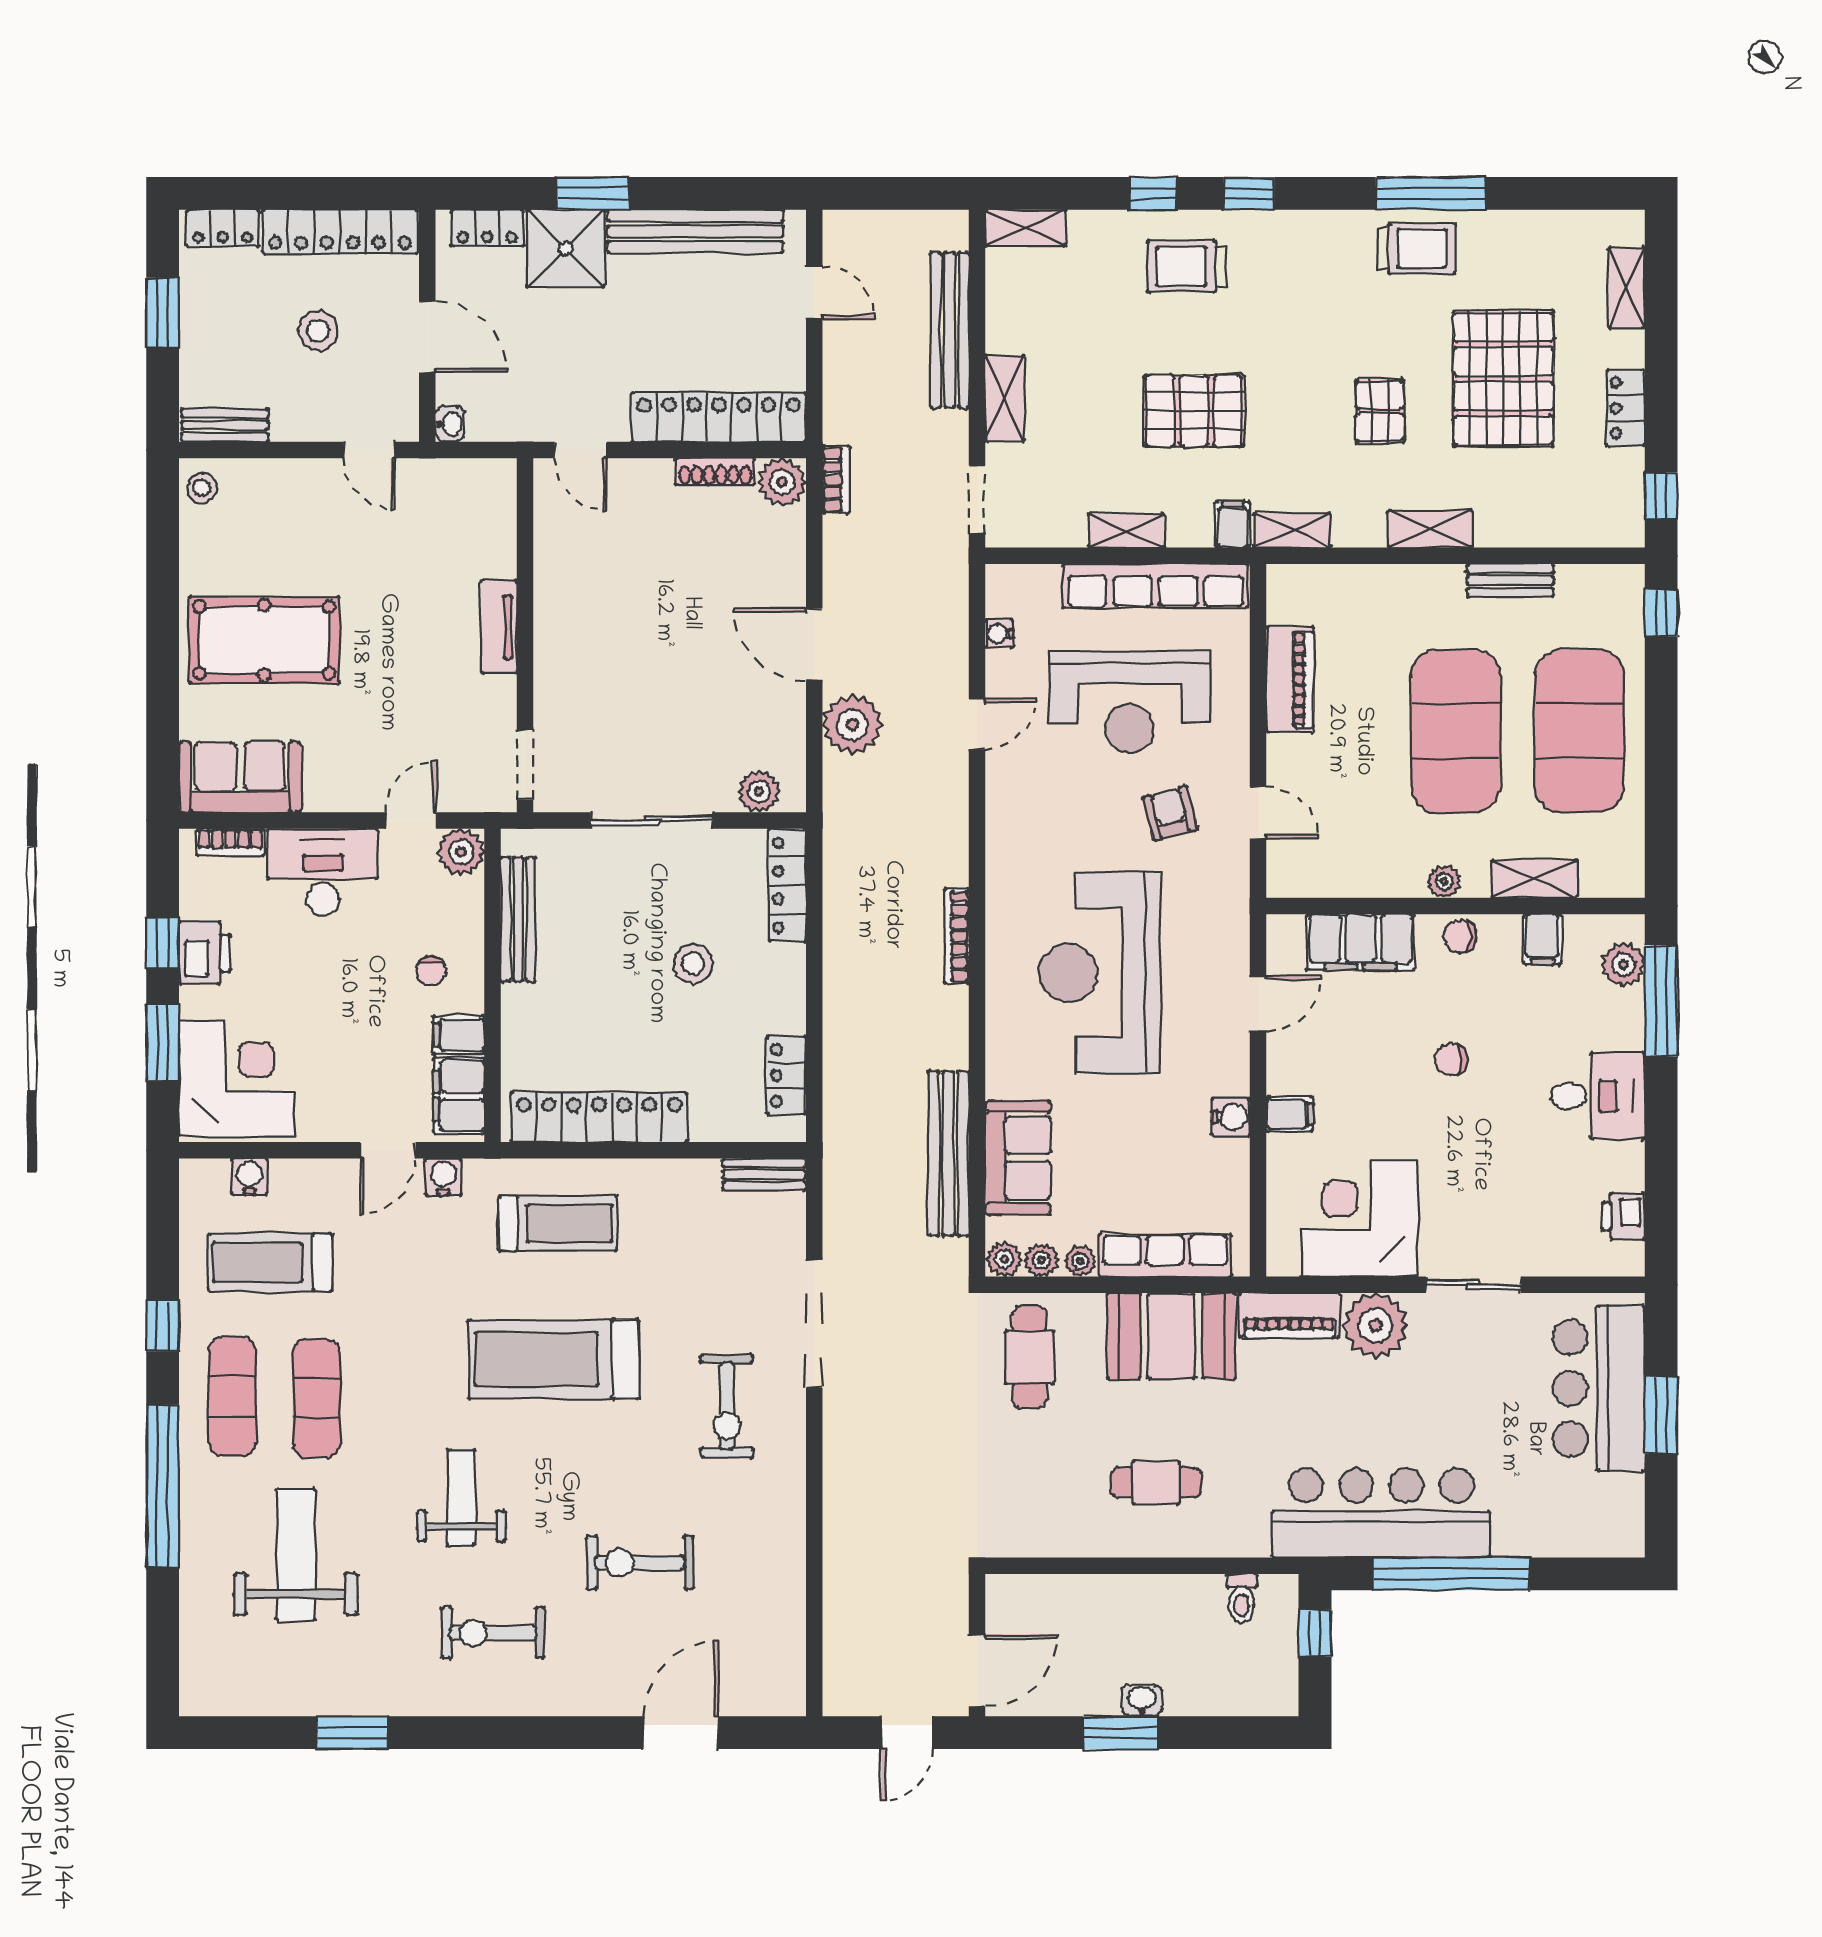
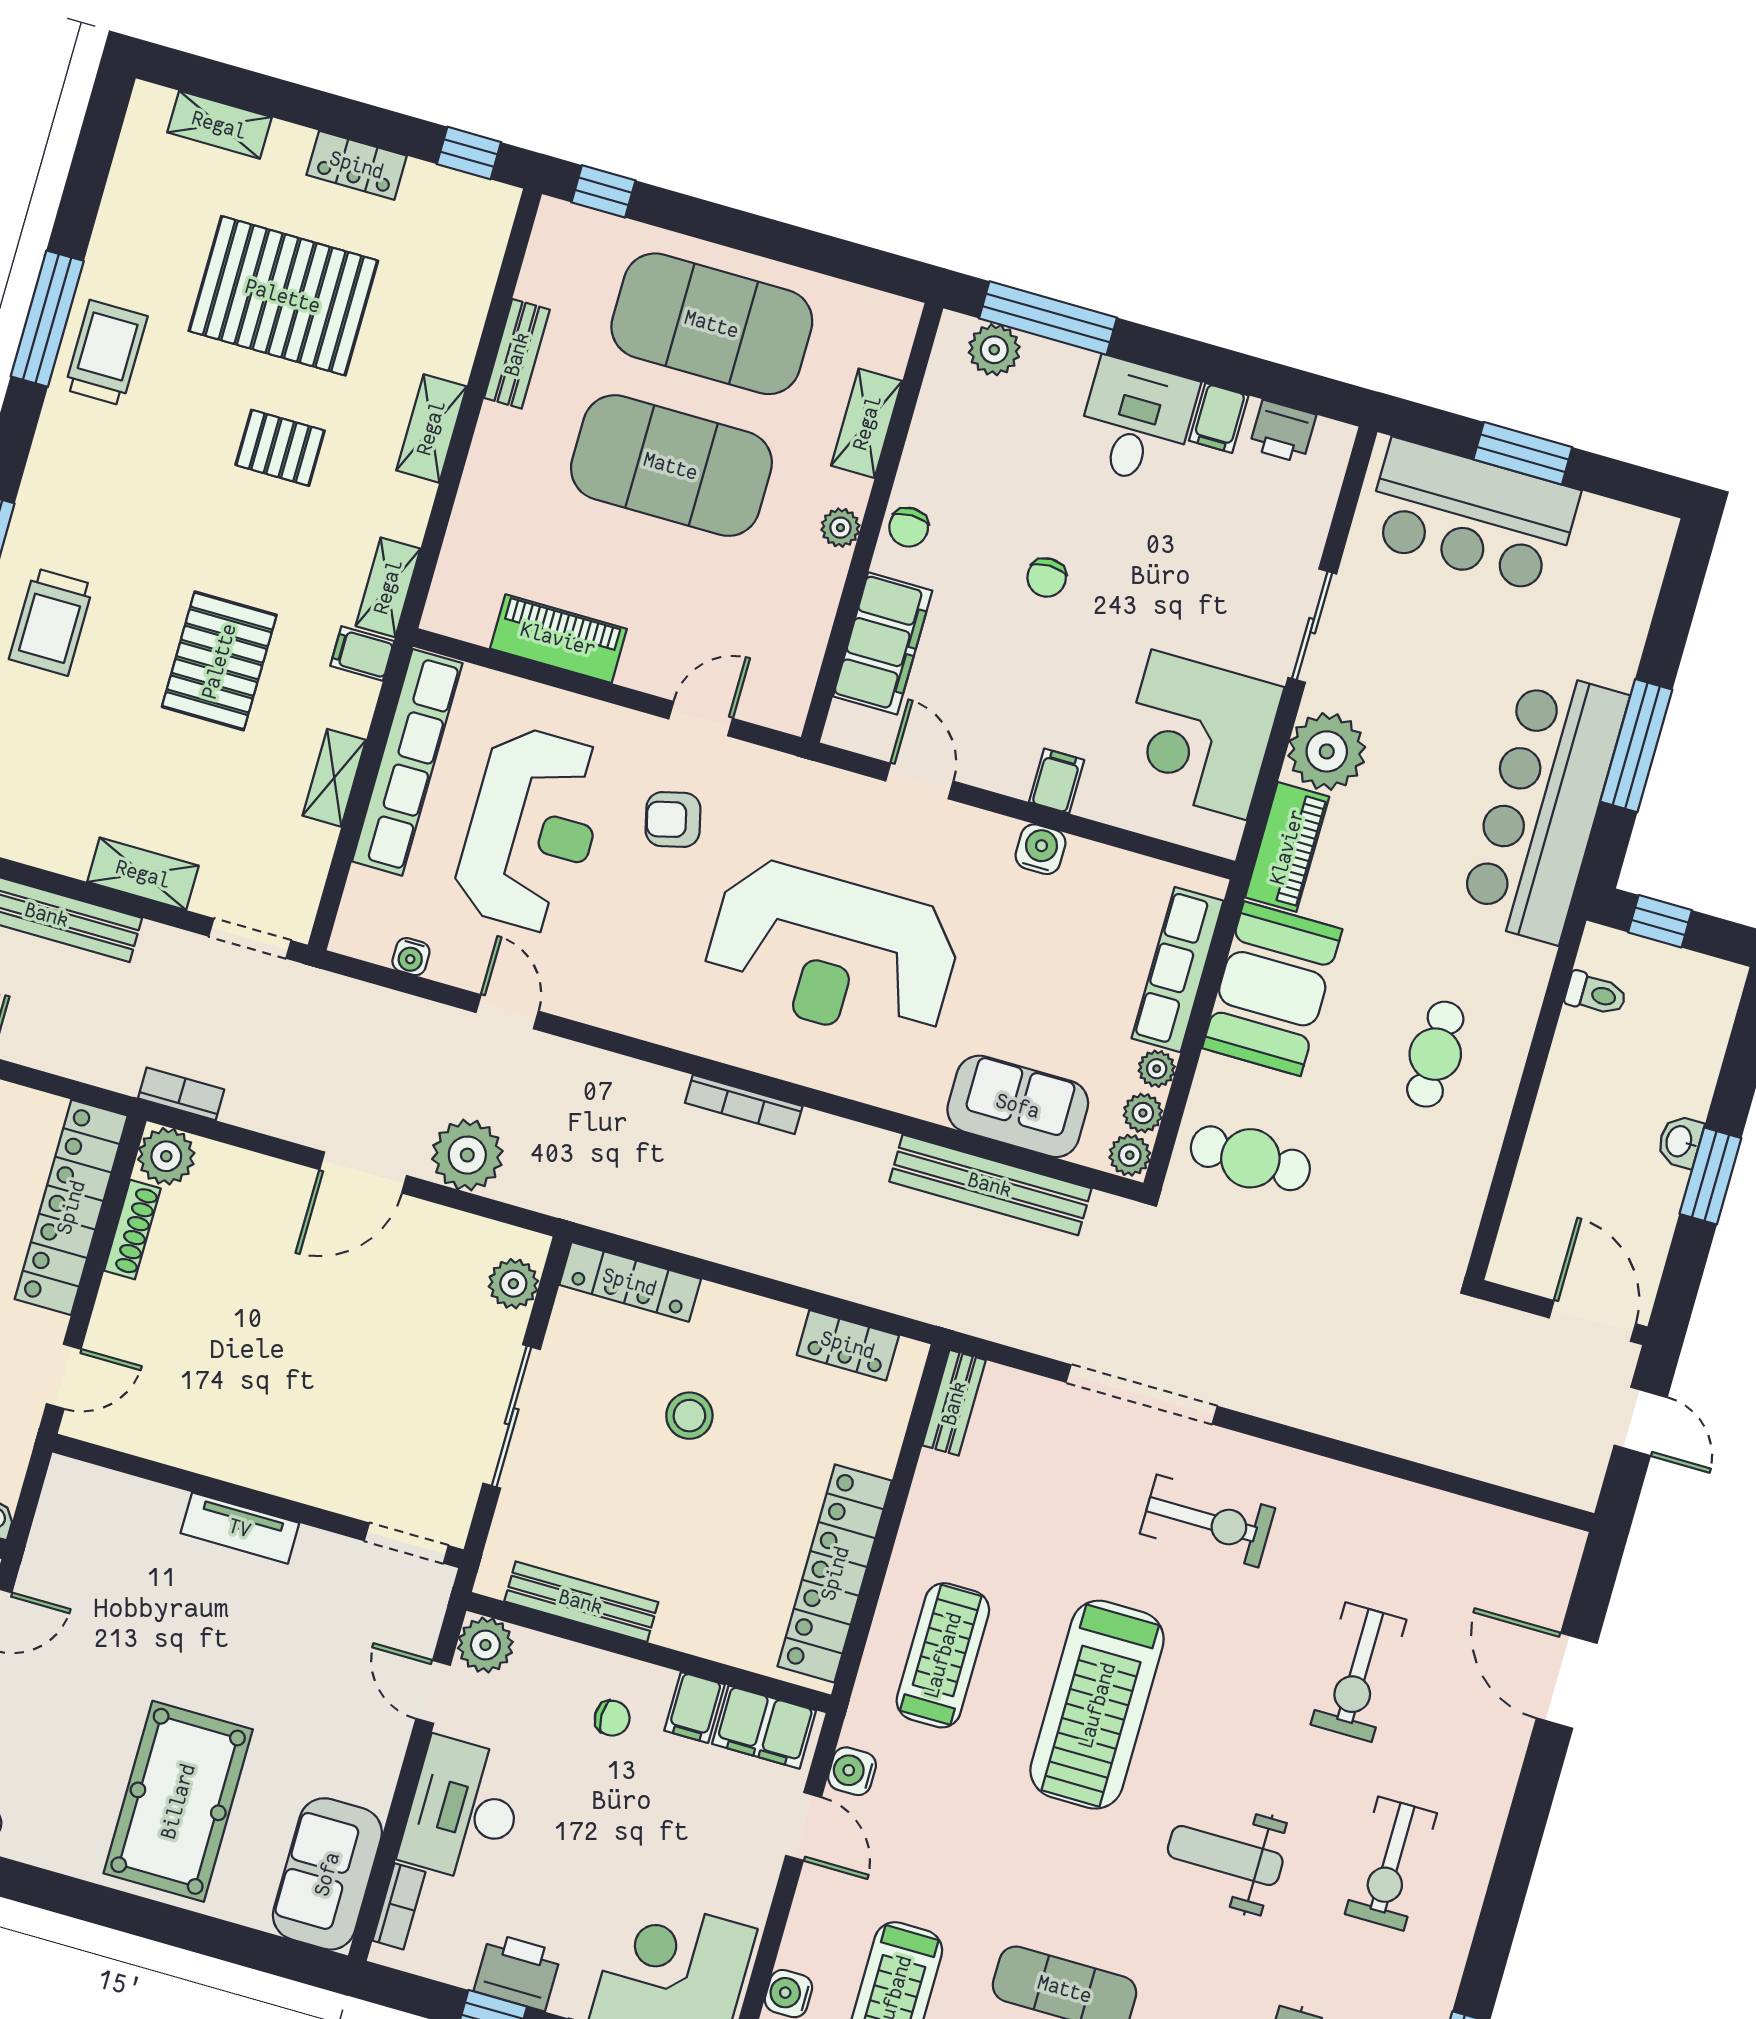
filing cabinet: (1542, 939) -> (1219, 418), moved, turned 90
window: (1451, 1574) -> (1636, 746), width x0.68

